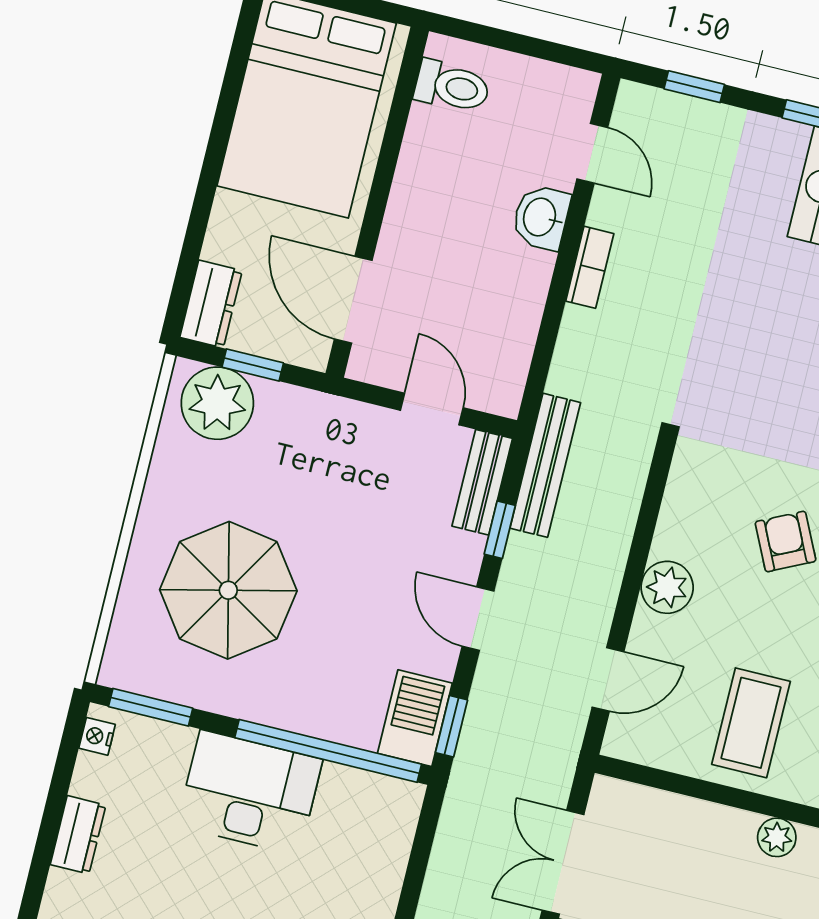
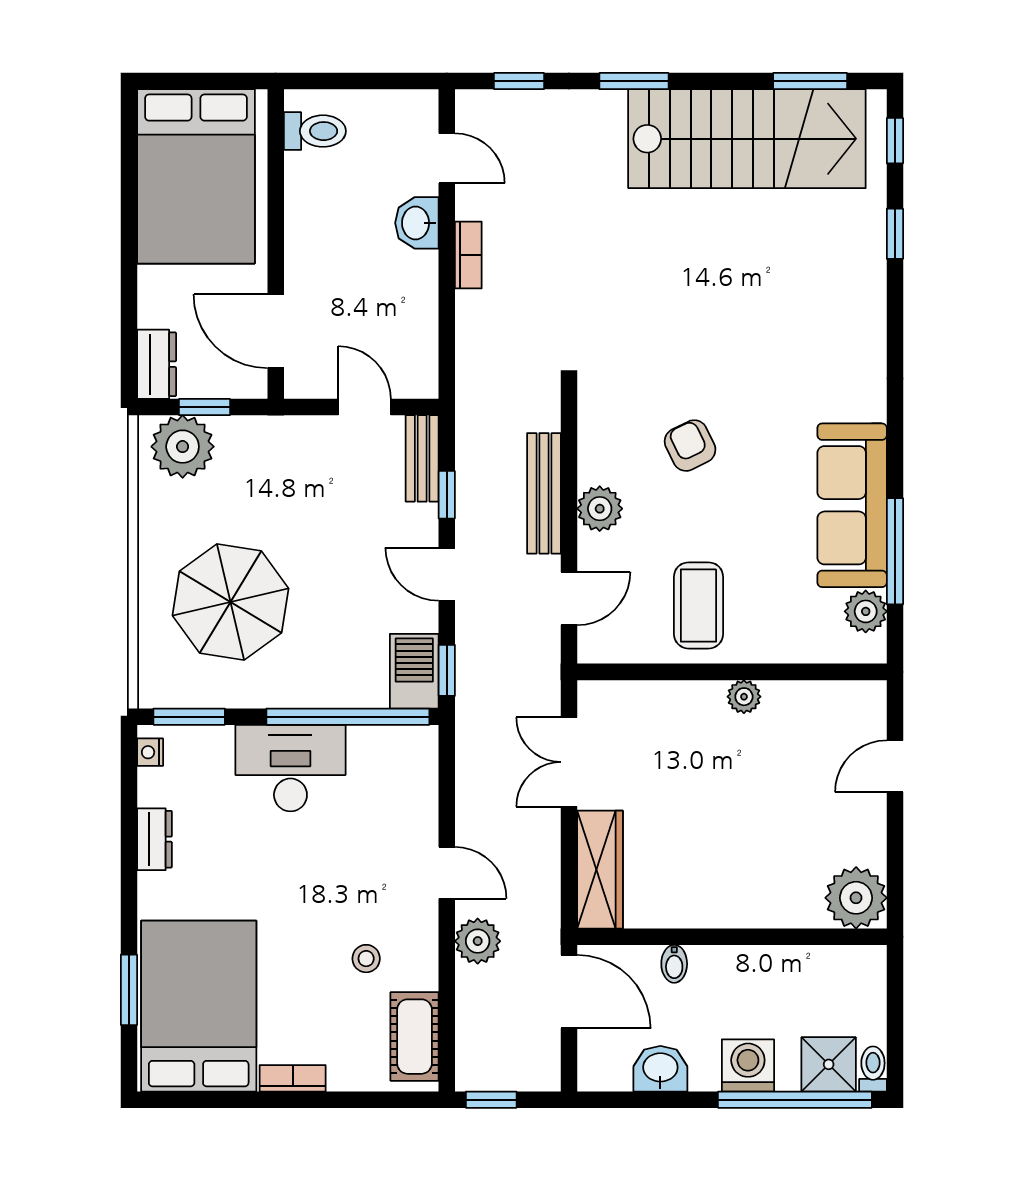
bench: (545, 465) -> (544, 493), moved

